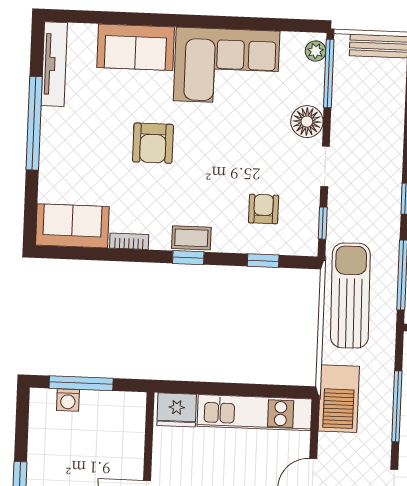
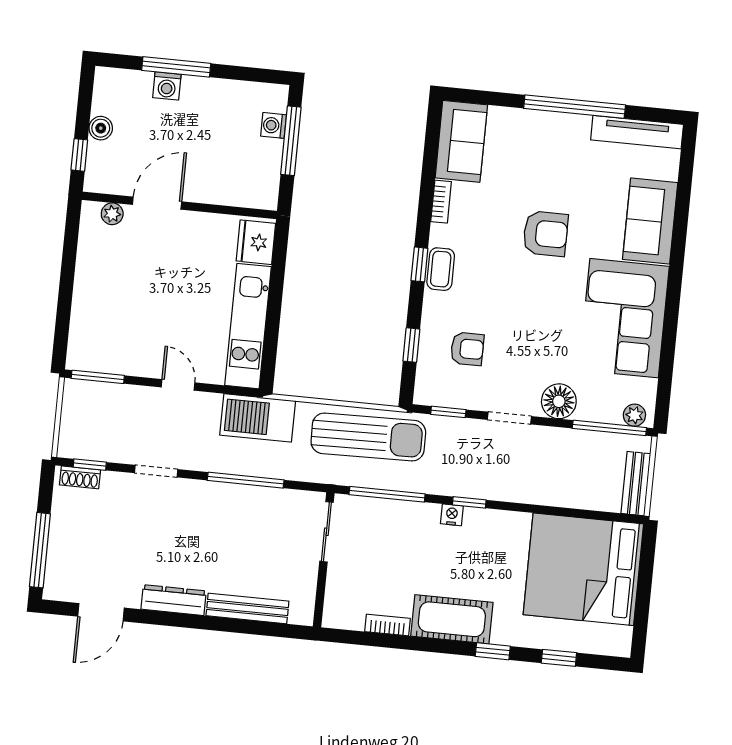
armchair: (153, 143) -> (545, 234), turned 180

